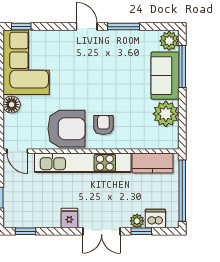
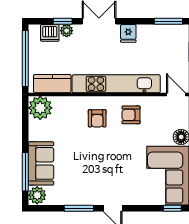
plant: (166, 114) -> (40, 108), moved
armchair: (66, 129) -> (131, 115), width x0.53, depth x0.53
window: (26, 231) -> (168, 21), width x1.50

